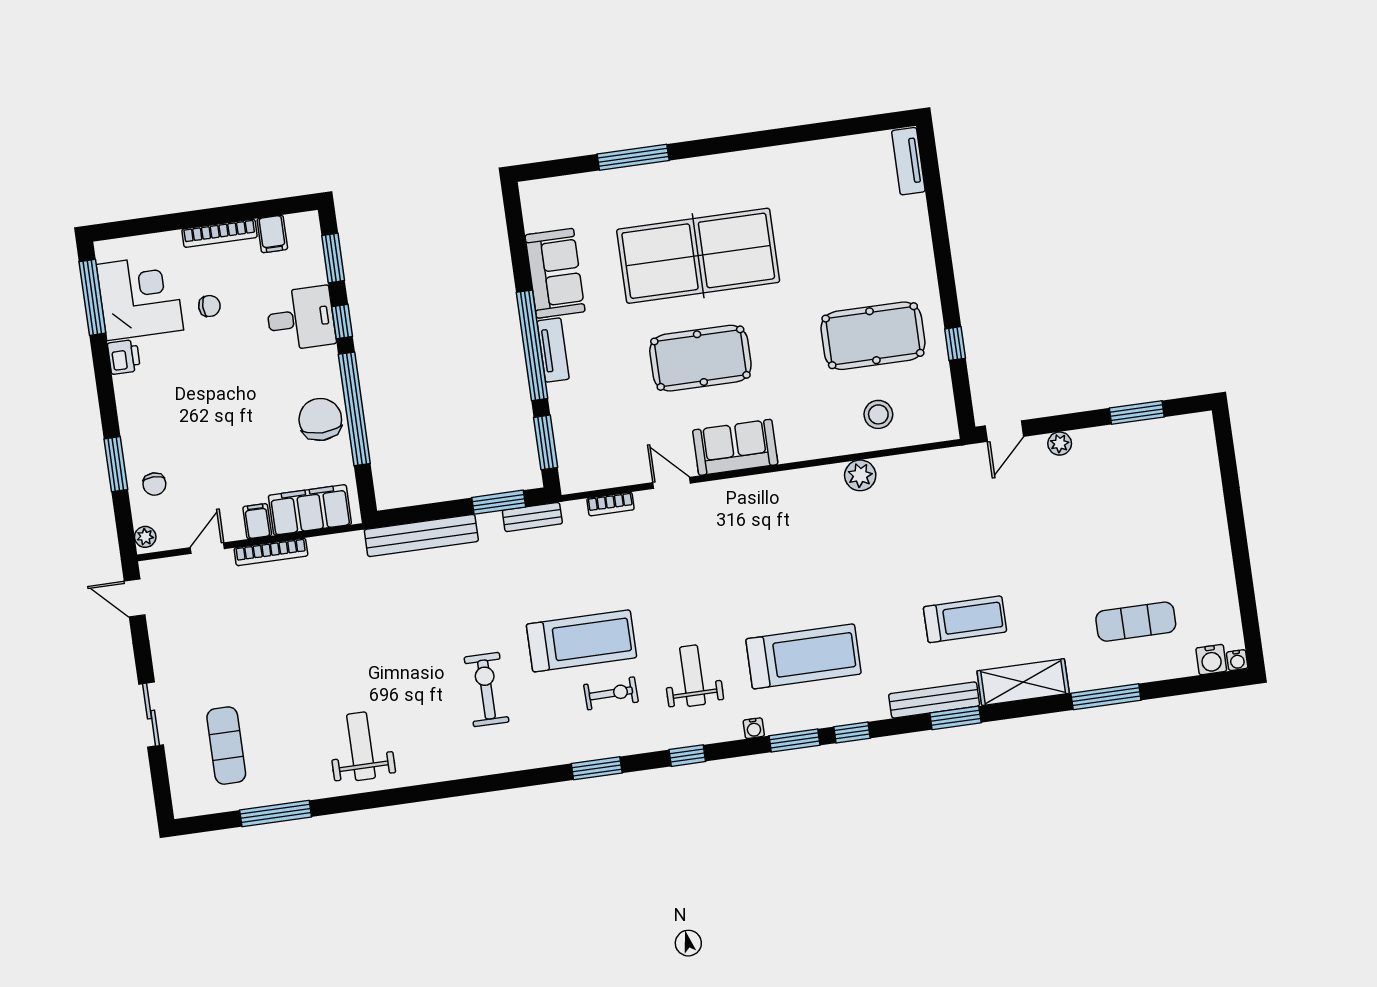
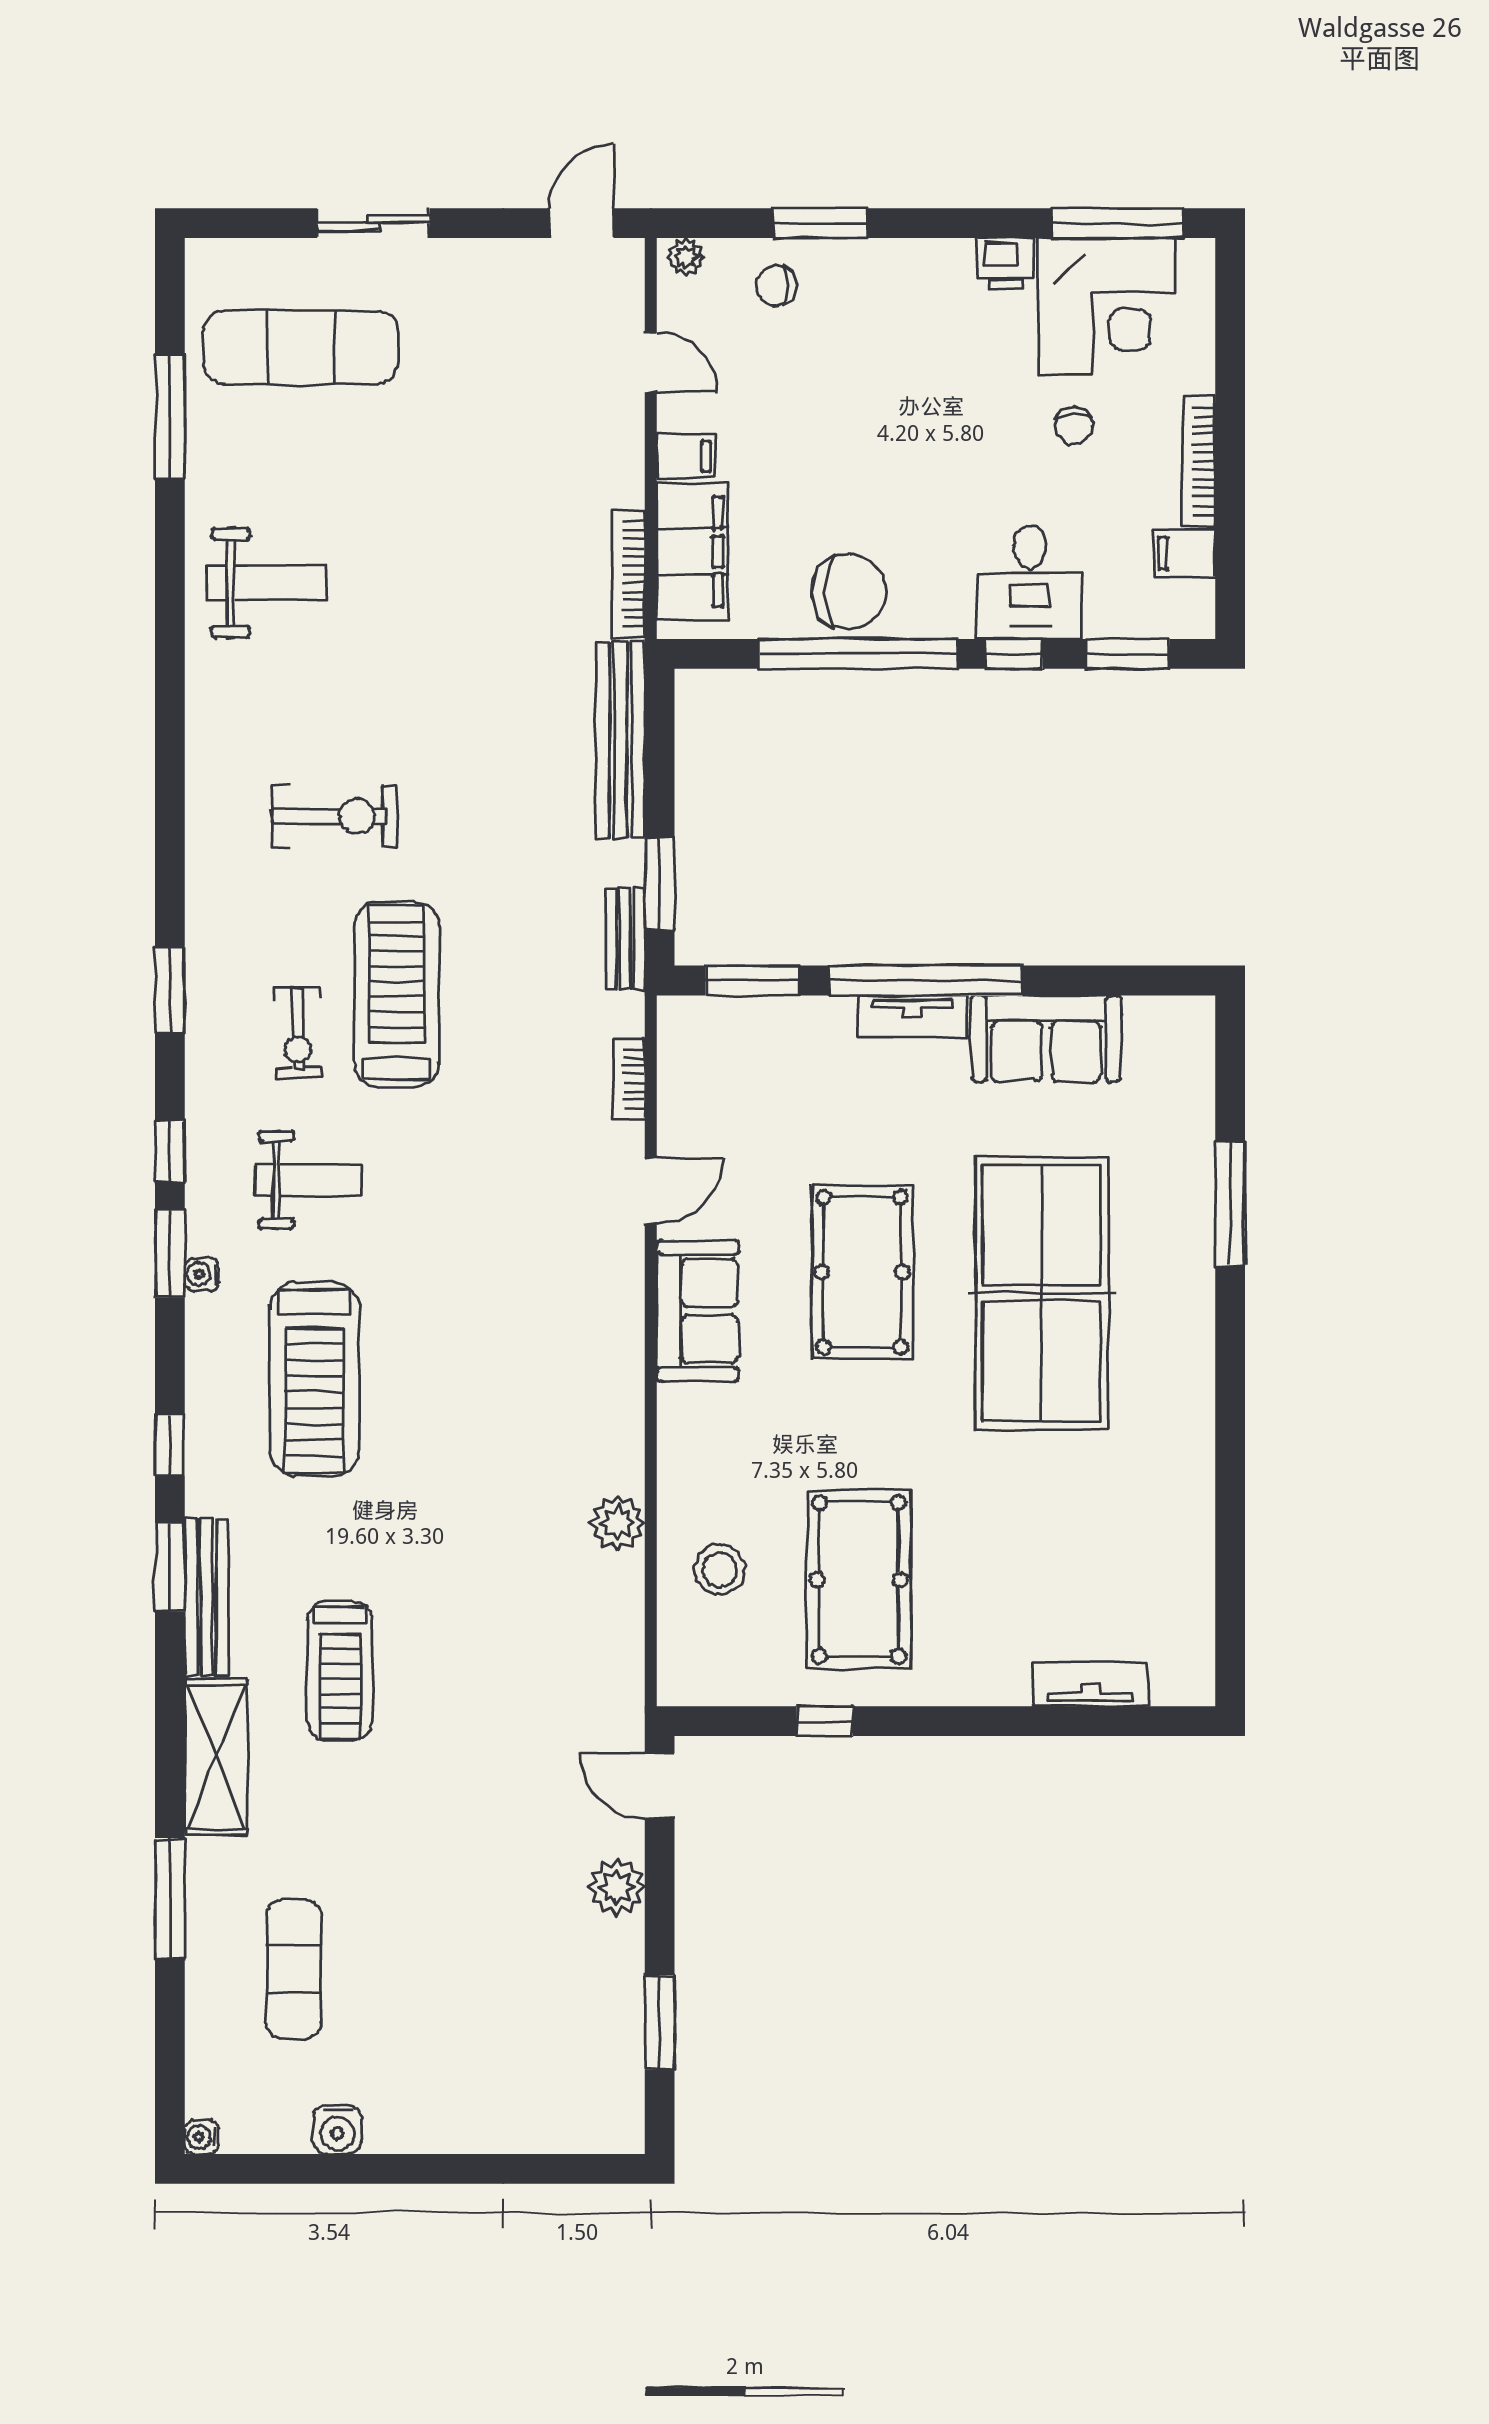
tv unit: (908, 161) -> (1090, 1684), moved
plant: (1060, 444) -> (617, 1887), width x1.38, depth x1.38
bookcase: (271, 552) -> (629, 574), moved
treadmill: (581, 641) -> (397, 994), turned 180
water cooler: (1211, 660) -> (337, 2130), moved, turned -90
window: (955, 718) -> (170, 1567), moved
window: (795, 741) -> (170, 1254), moved
exercise mat: (226, 746) -> (301, 347), width x1.36, depth x1.45

